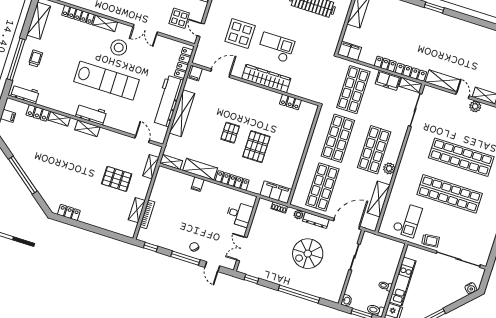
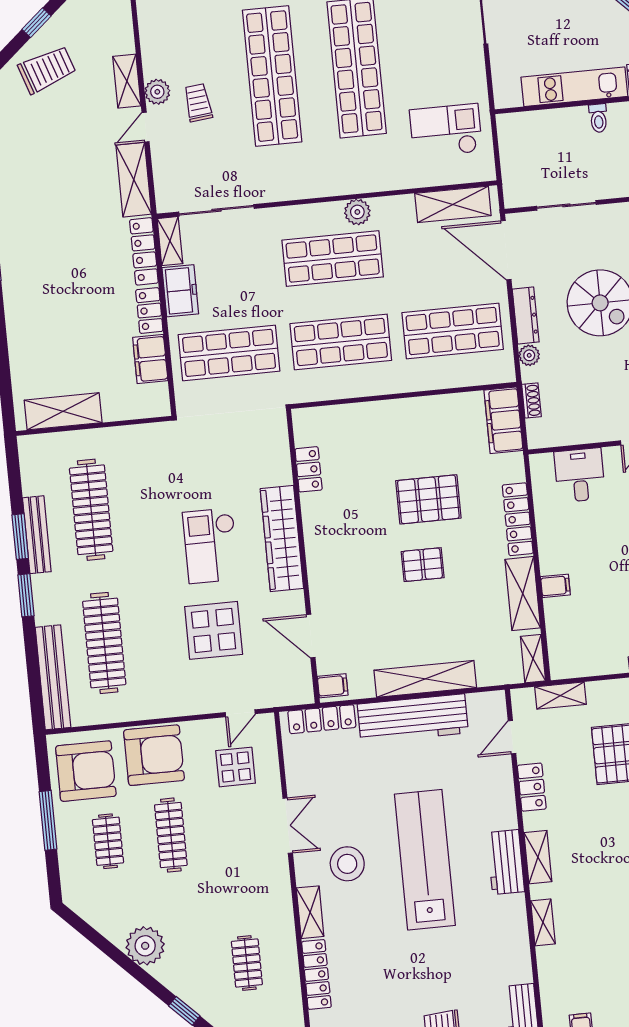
filing cabinet: (349, 51) -> (150, 359), moved
locker: (38, 113) -> (532, 787), moved
shelving: (379, 199) -> (453, 204), moved
trolley: (431, 241) -> (198, 103), moved

